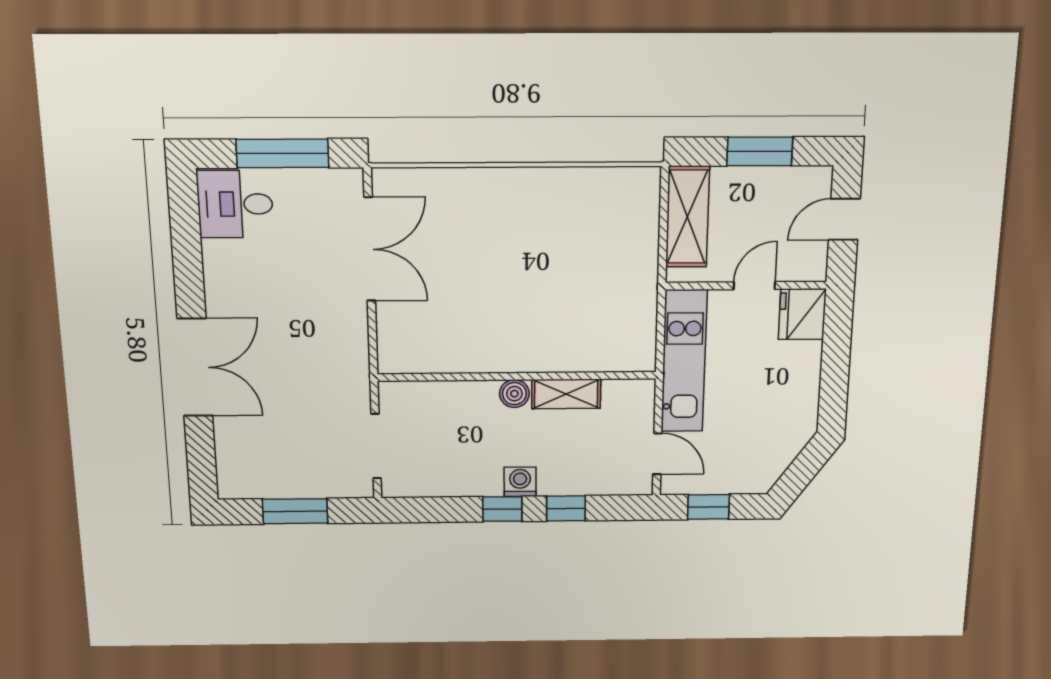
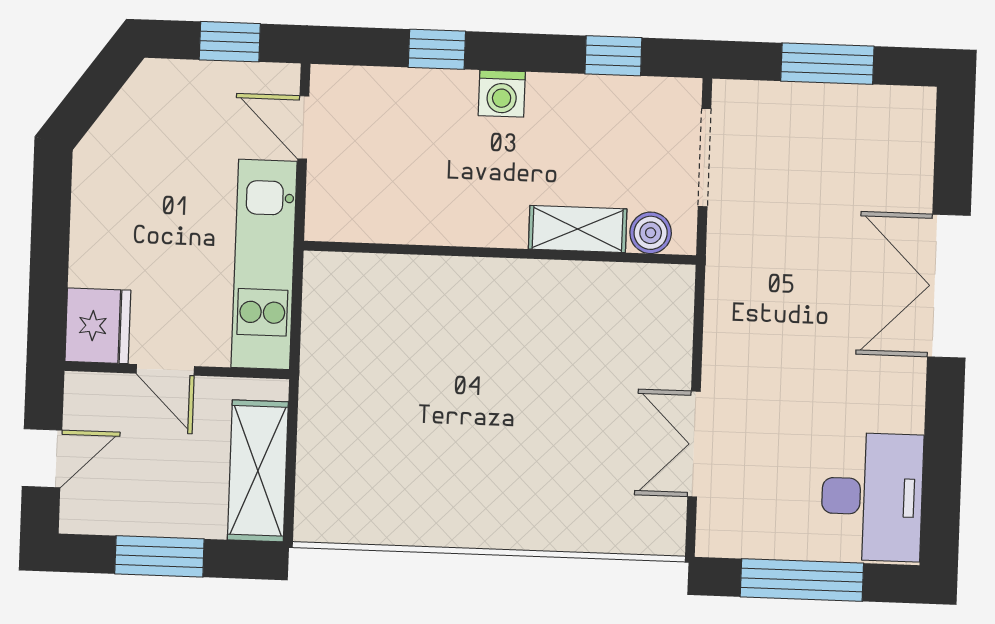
desk: (235, 204) -> (872, 497), width x1.37
double door: (370, 249) -> (694, 444), width x0.73
door: (754, 286) -> (165, 370), hinge flipped
boiler: (514, 394) -> (651, 233), moved
shelving: (566, 394) -> (578, 229), moved
window: (502, 509) -> (613, 56), moved

